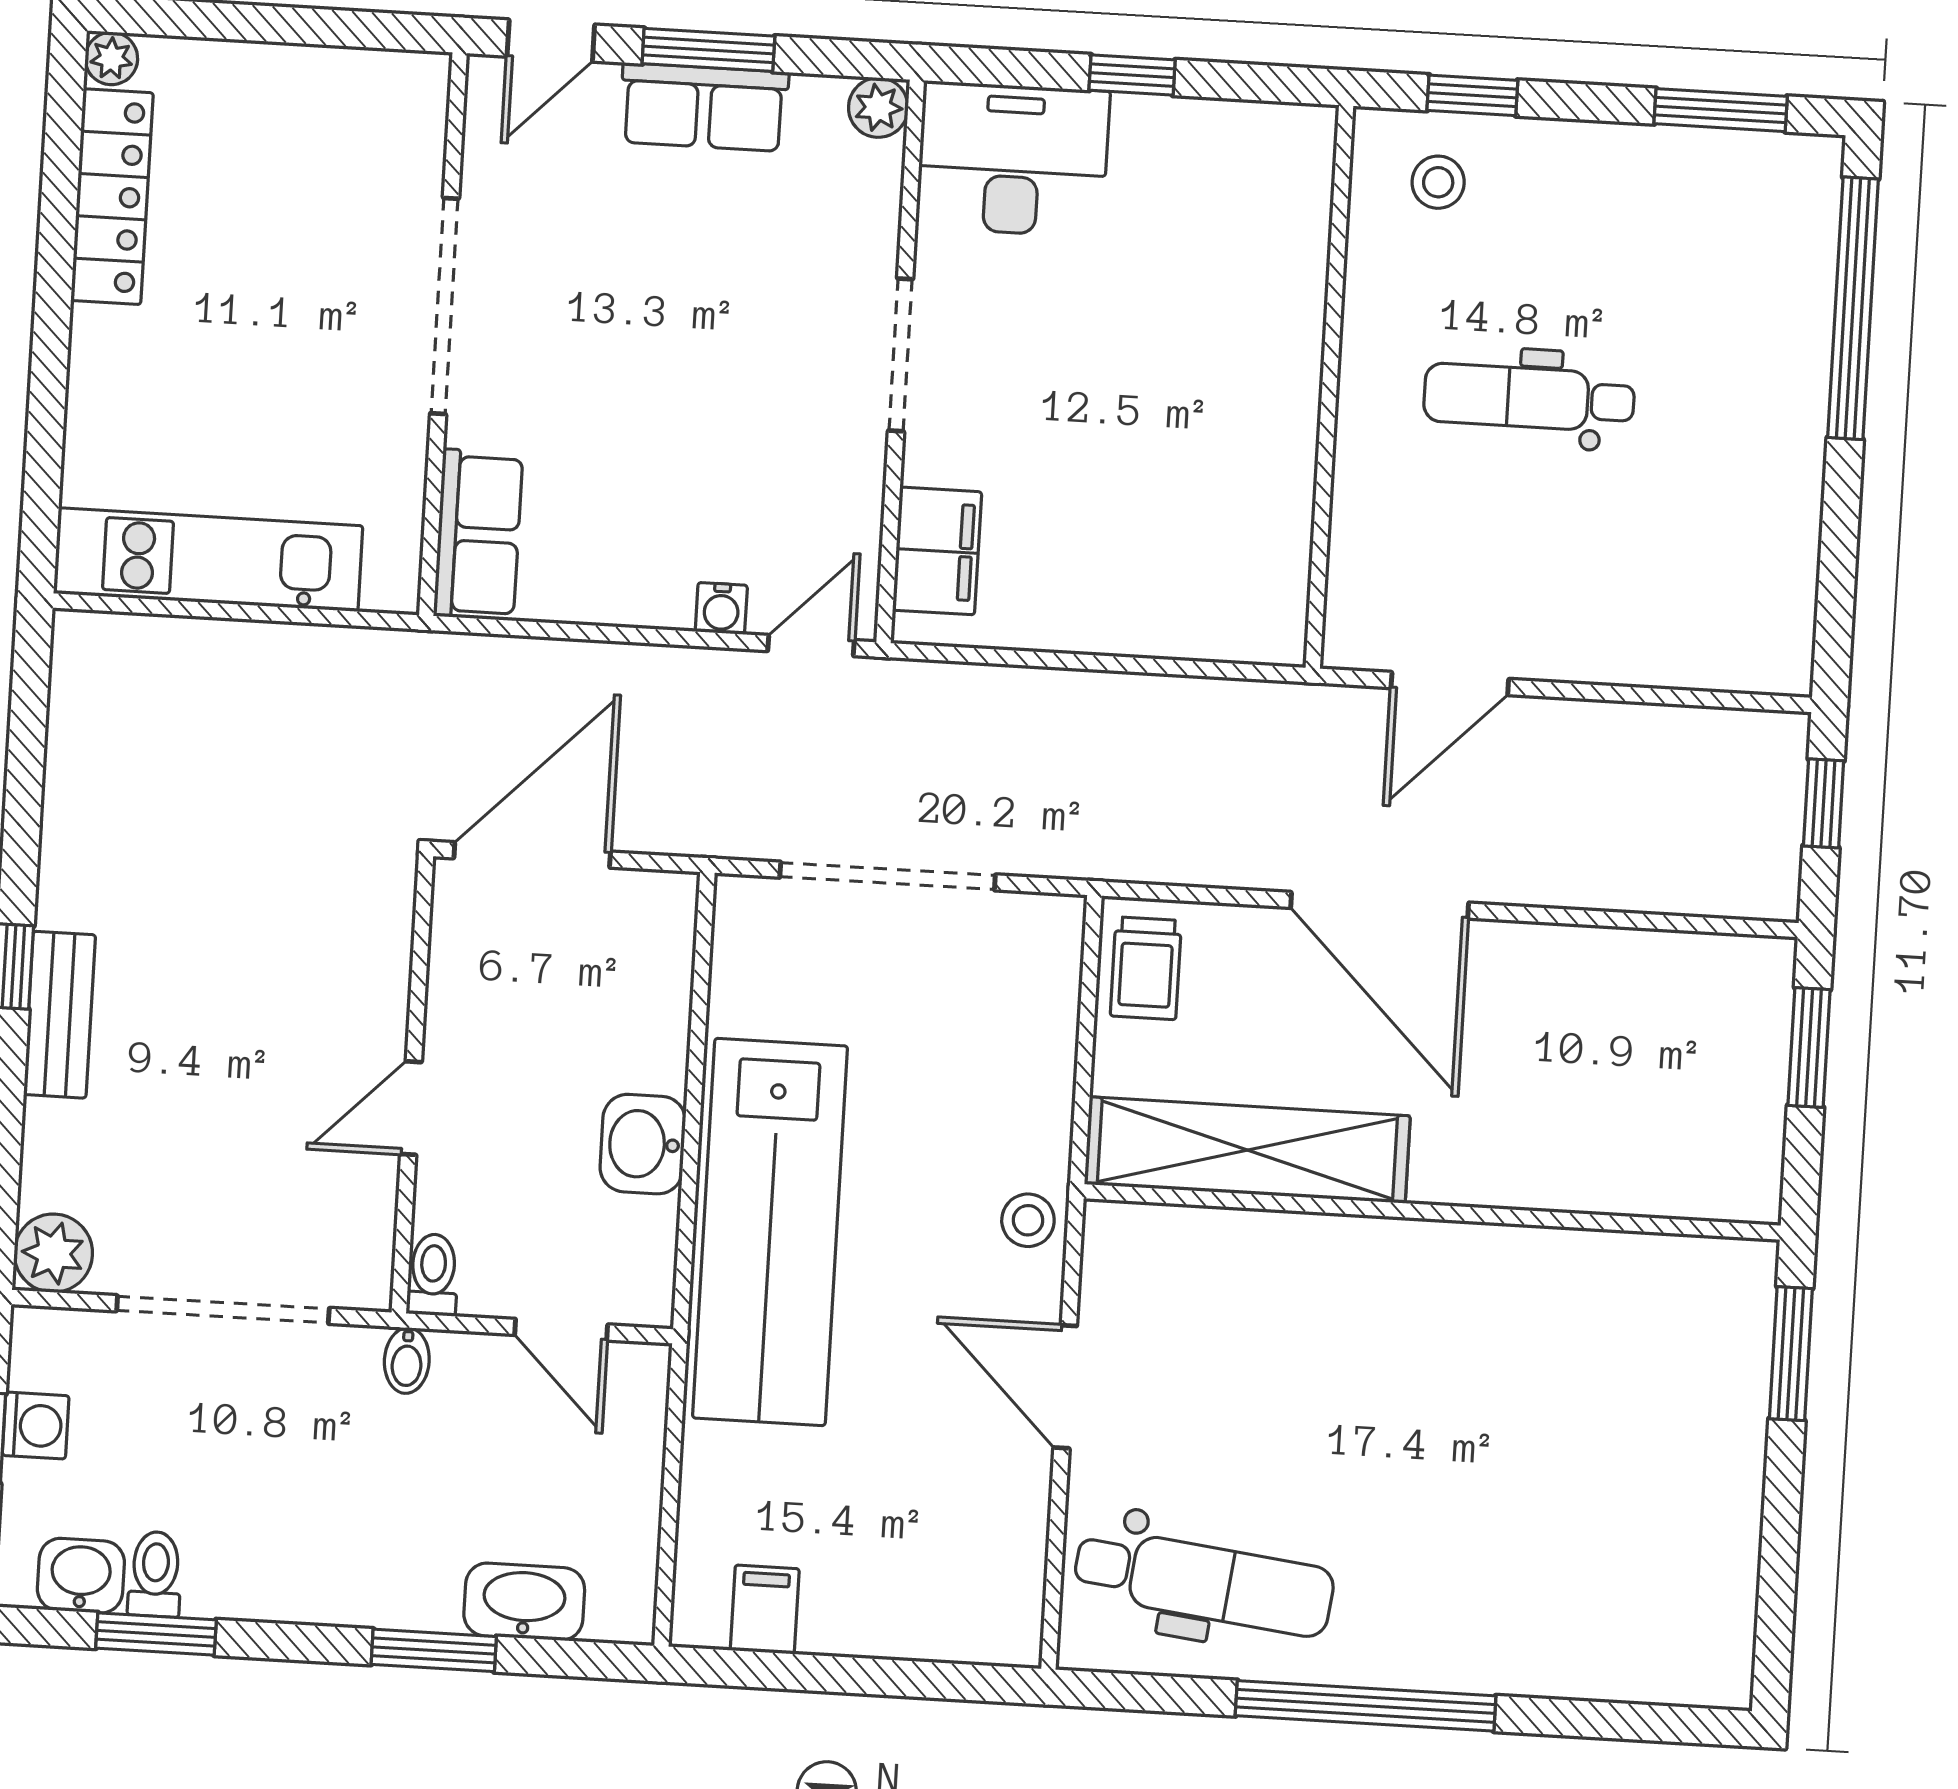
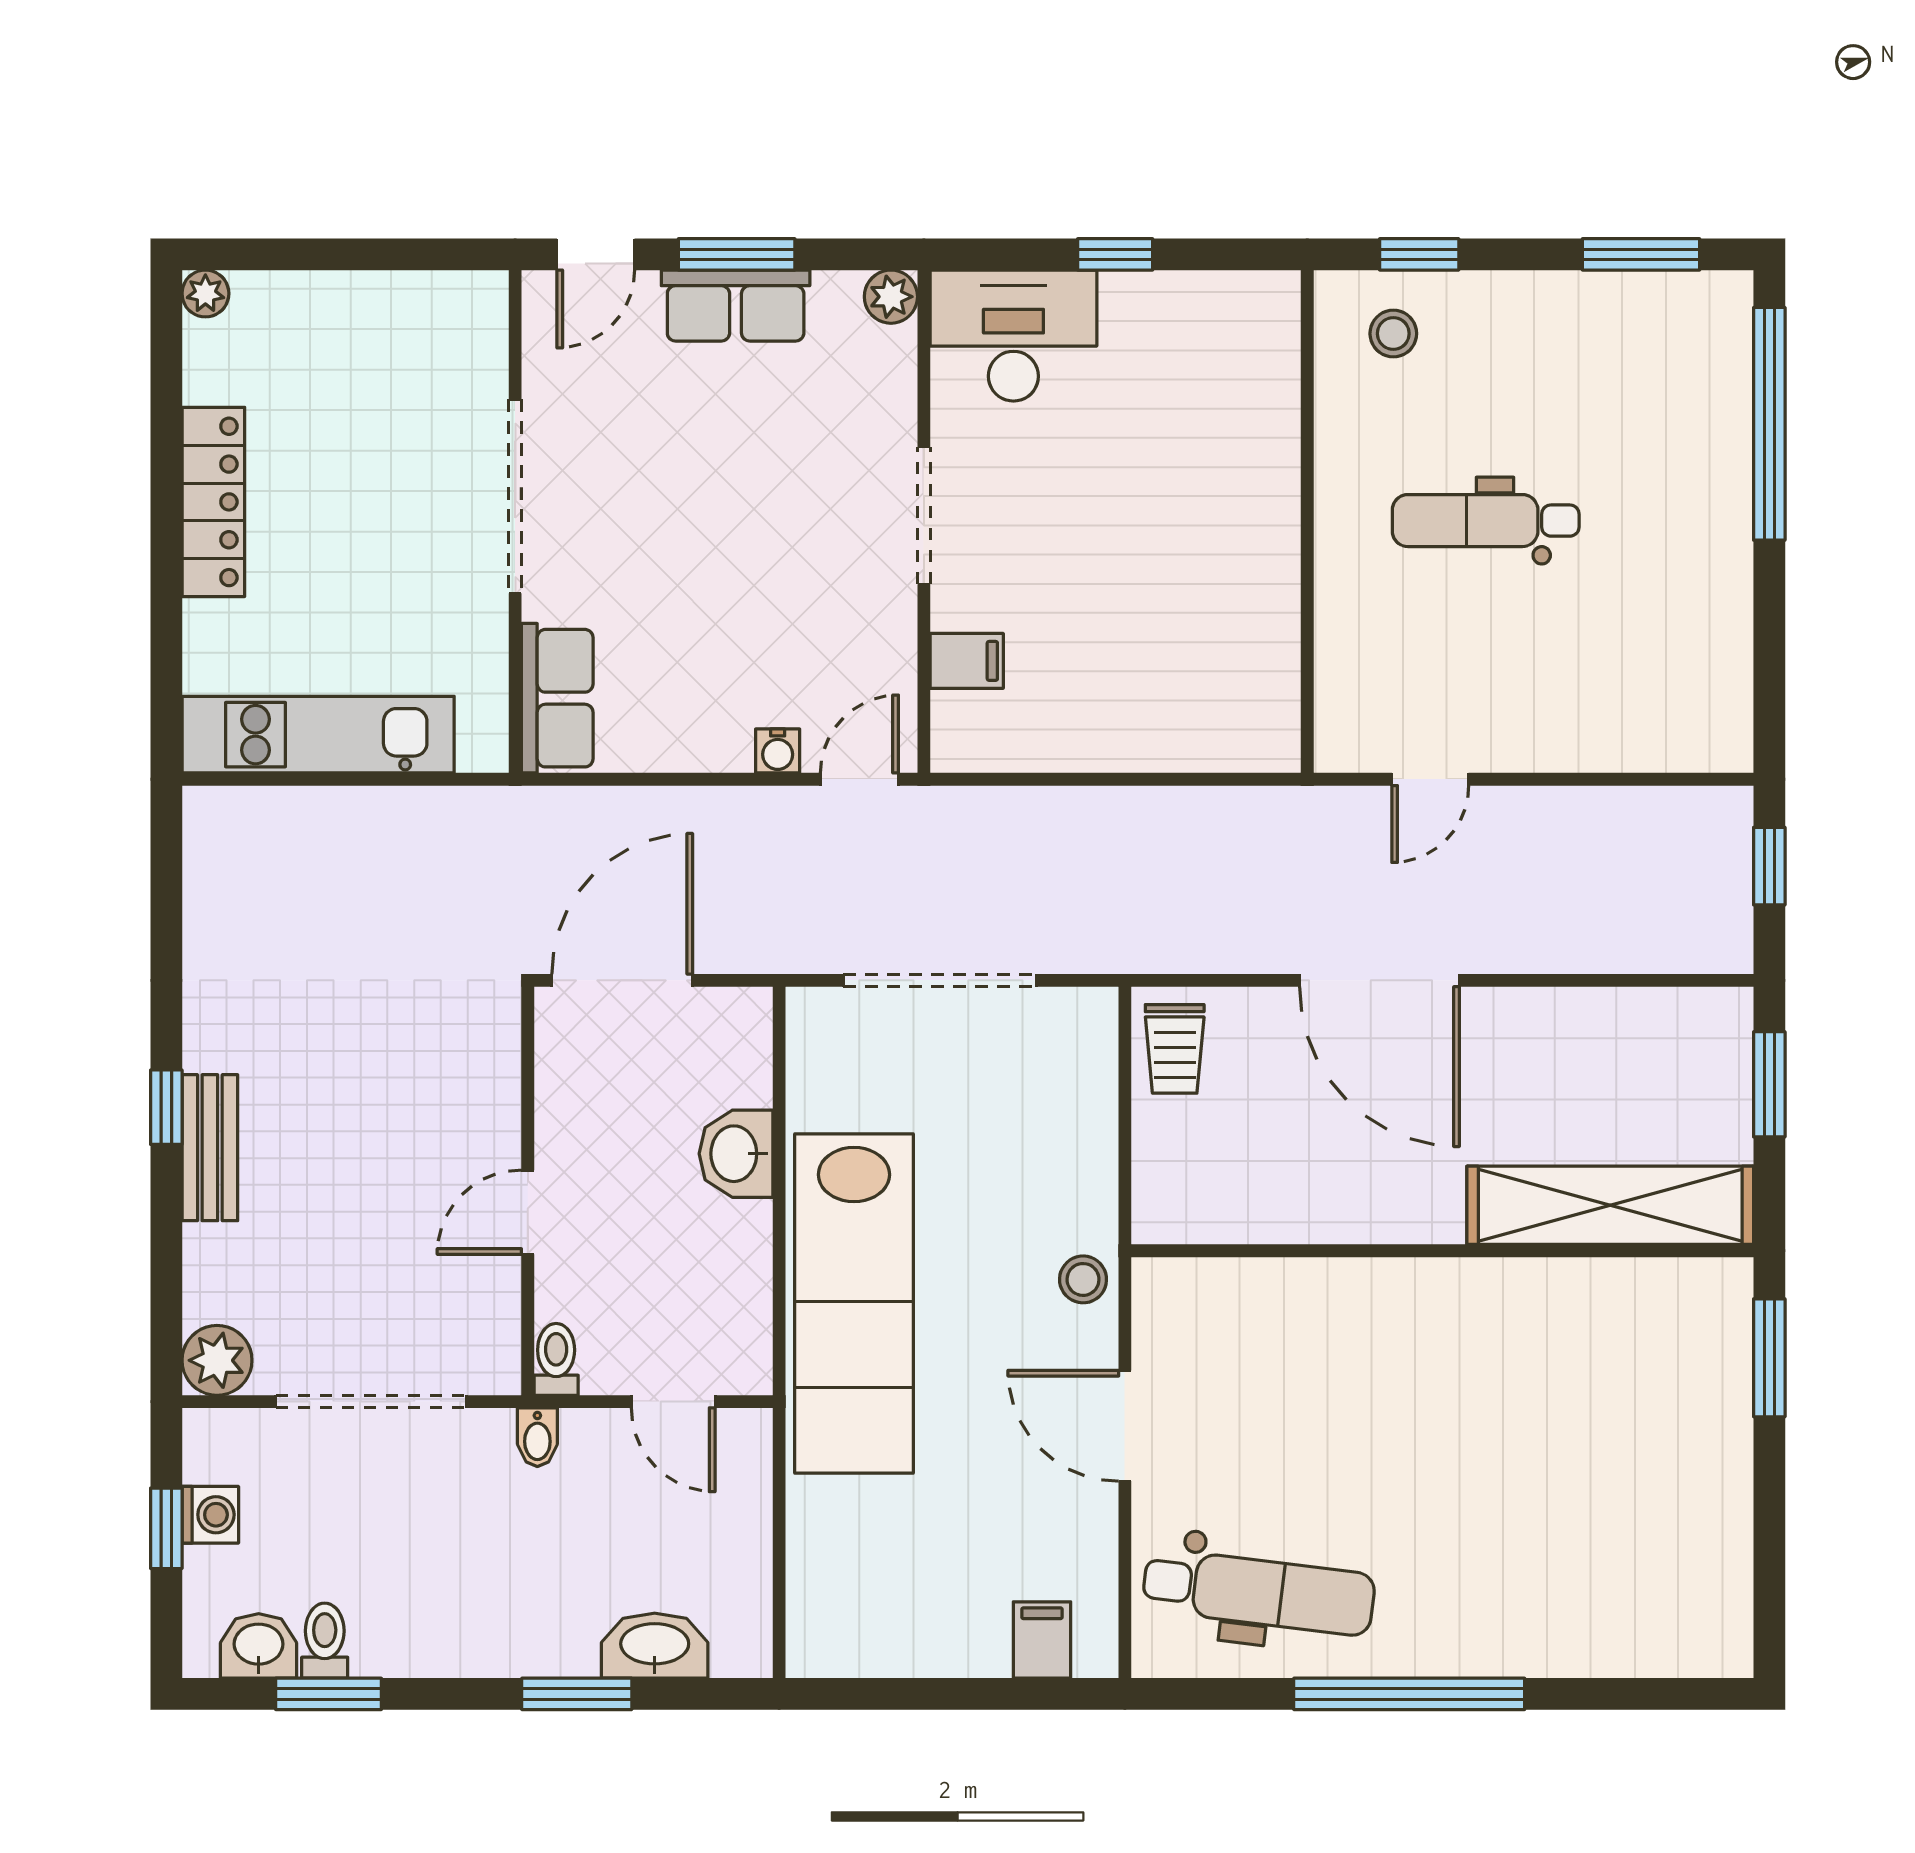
locker: (112, 197) -> (213, 502), moved
filing cabinet: (937, 551) -> (967, 661), width x0.50
door: (1450, 684) -> (1430, 779), width x0.73
washbasin: (643, 1144) -> (736, 1154), moved
shelving: (1247, 1150) -> (1610, 1205), moved
filing cabinet: (765, 1610) -> (1042, 1640), moved

